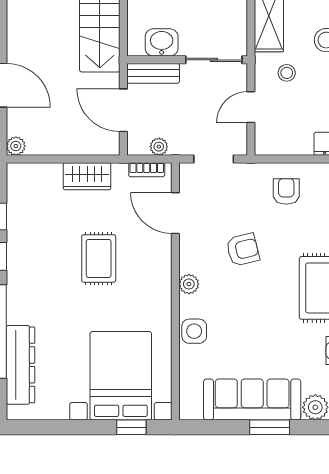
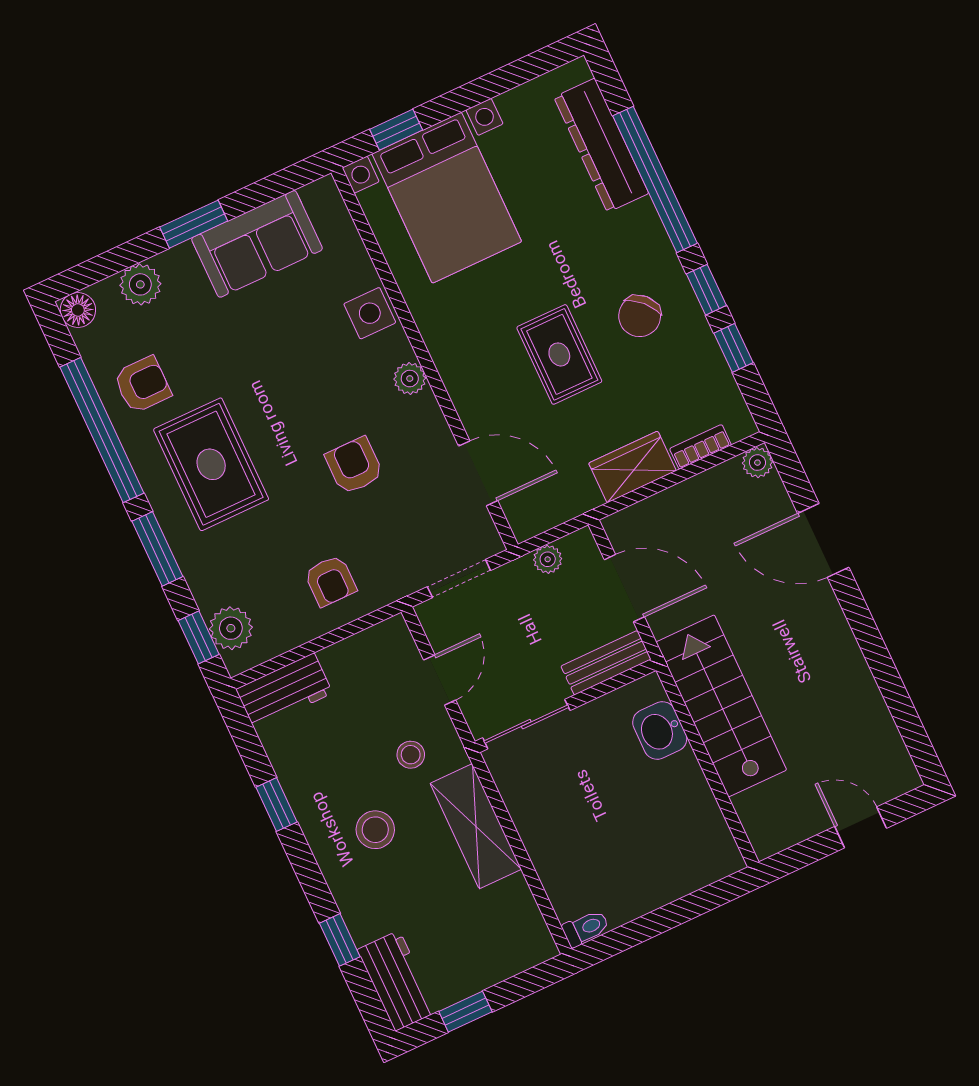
washbasin: (162, 42) -> (660, 730), moved, turned 90
bookcase: (147, 170) -> (700, 447), moved
armchair: (243, 250) -> (354, 466), turned 104
chair: (44, 259) -> (640, 316), added
sofa: (252, 400) -> (257, 244), width x0.73

